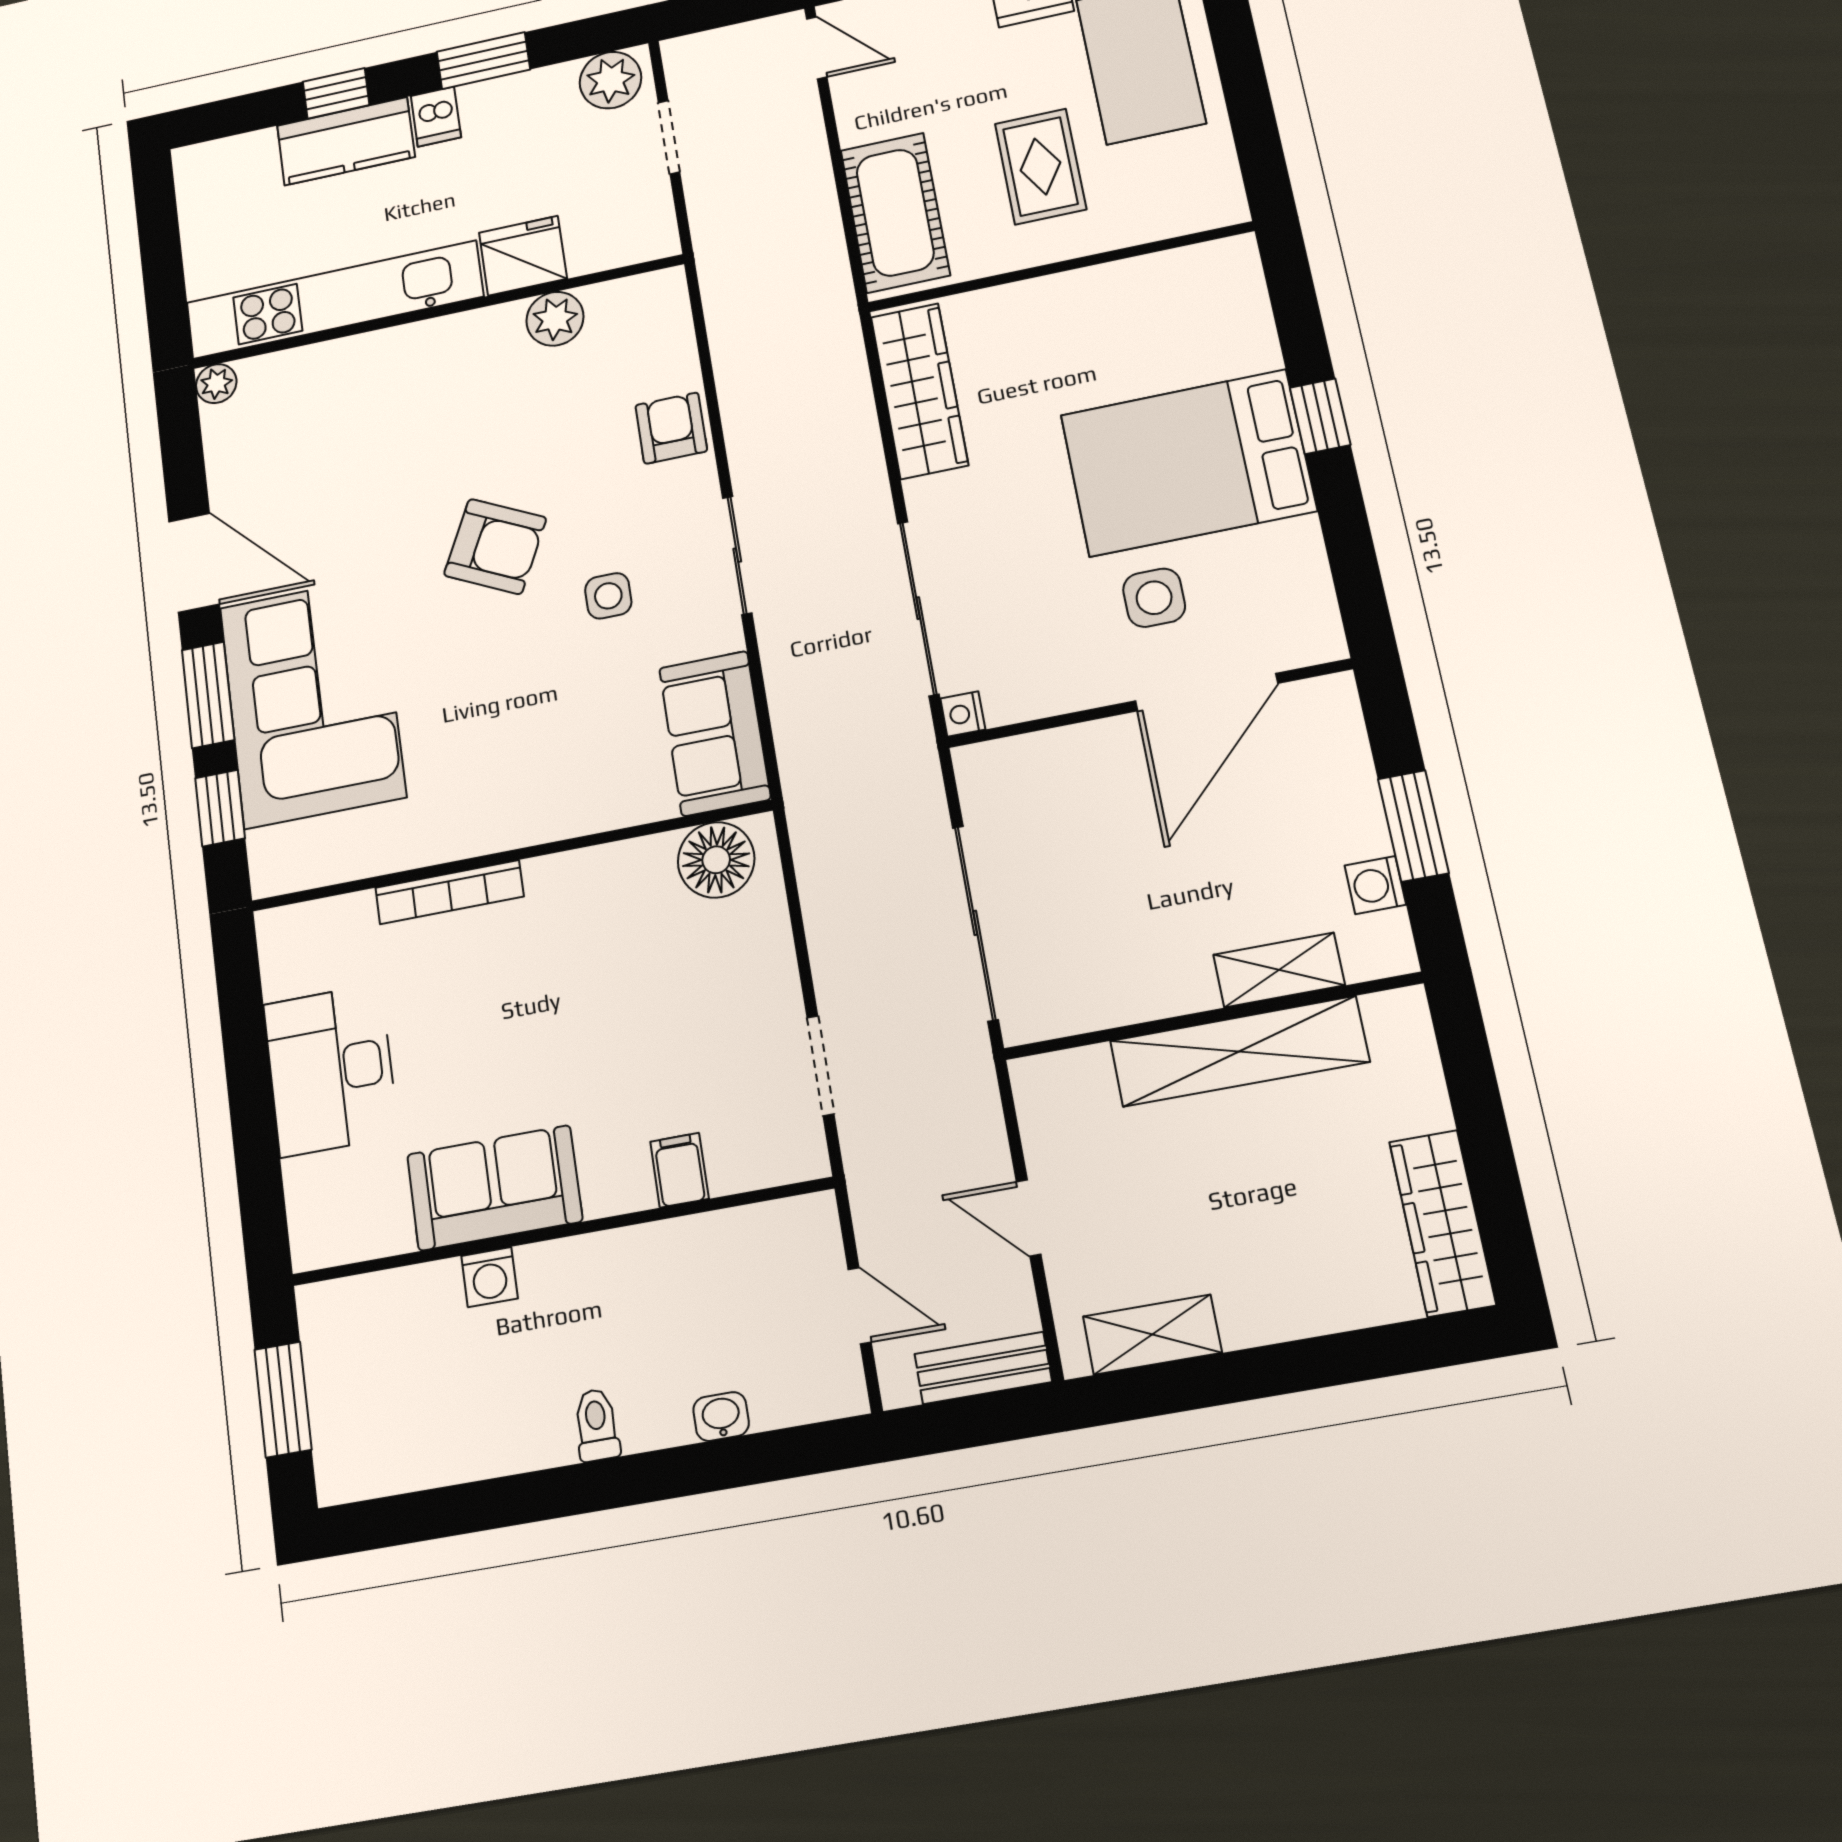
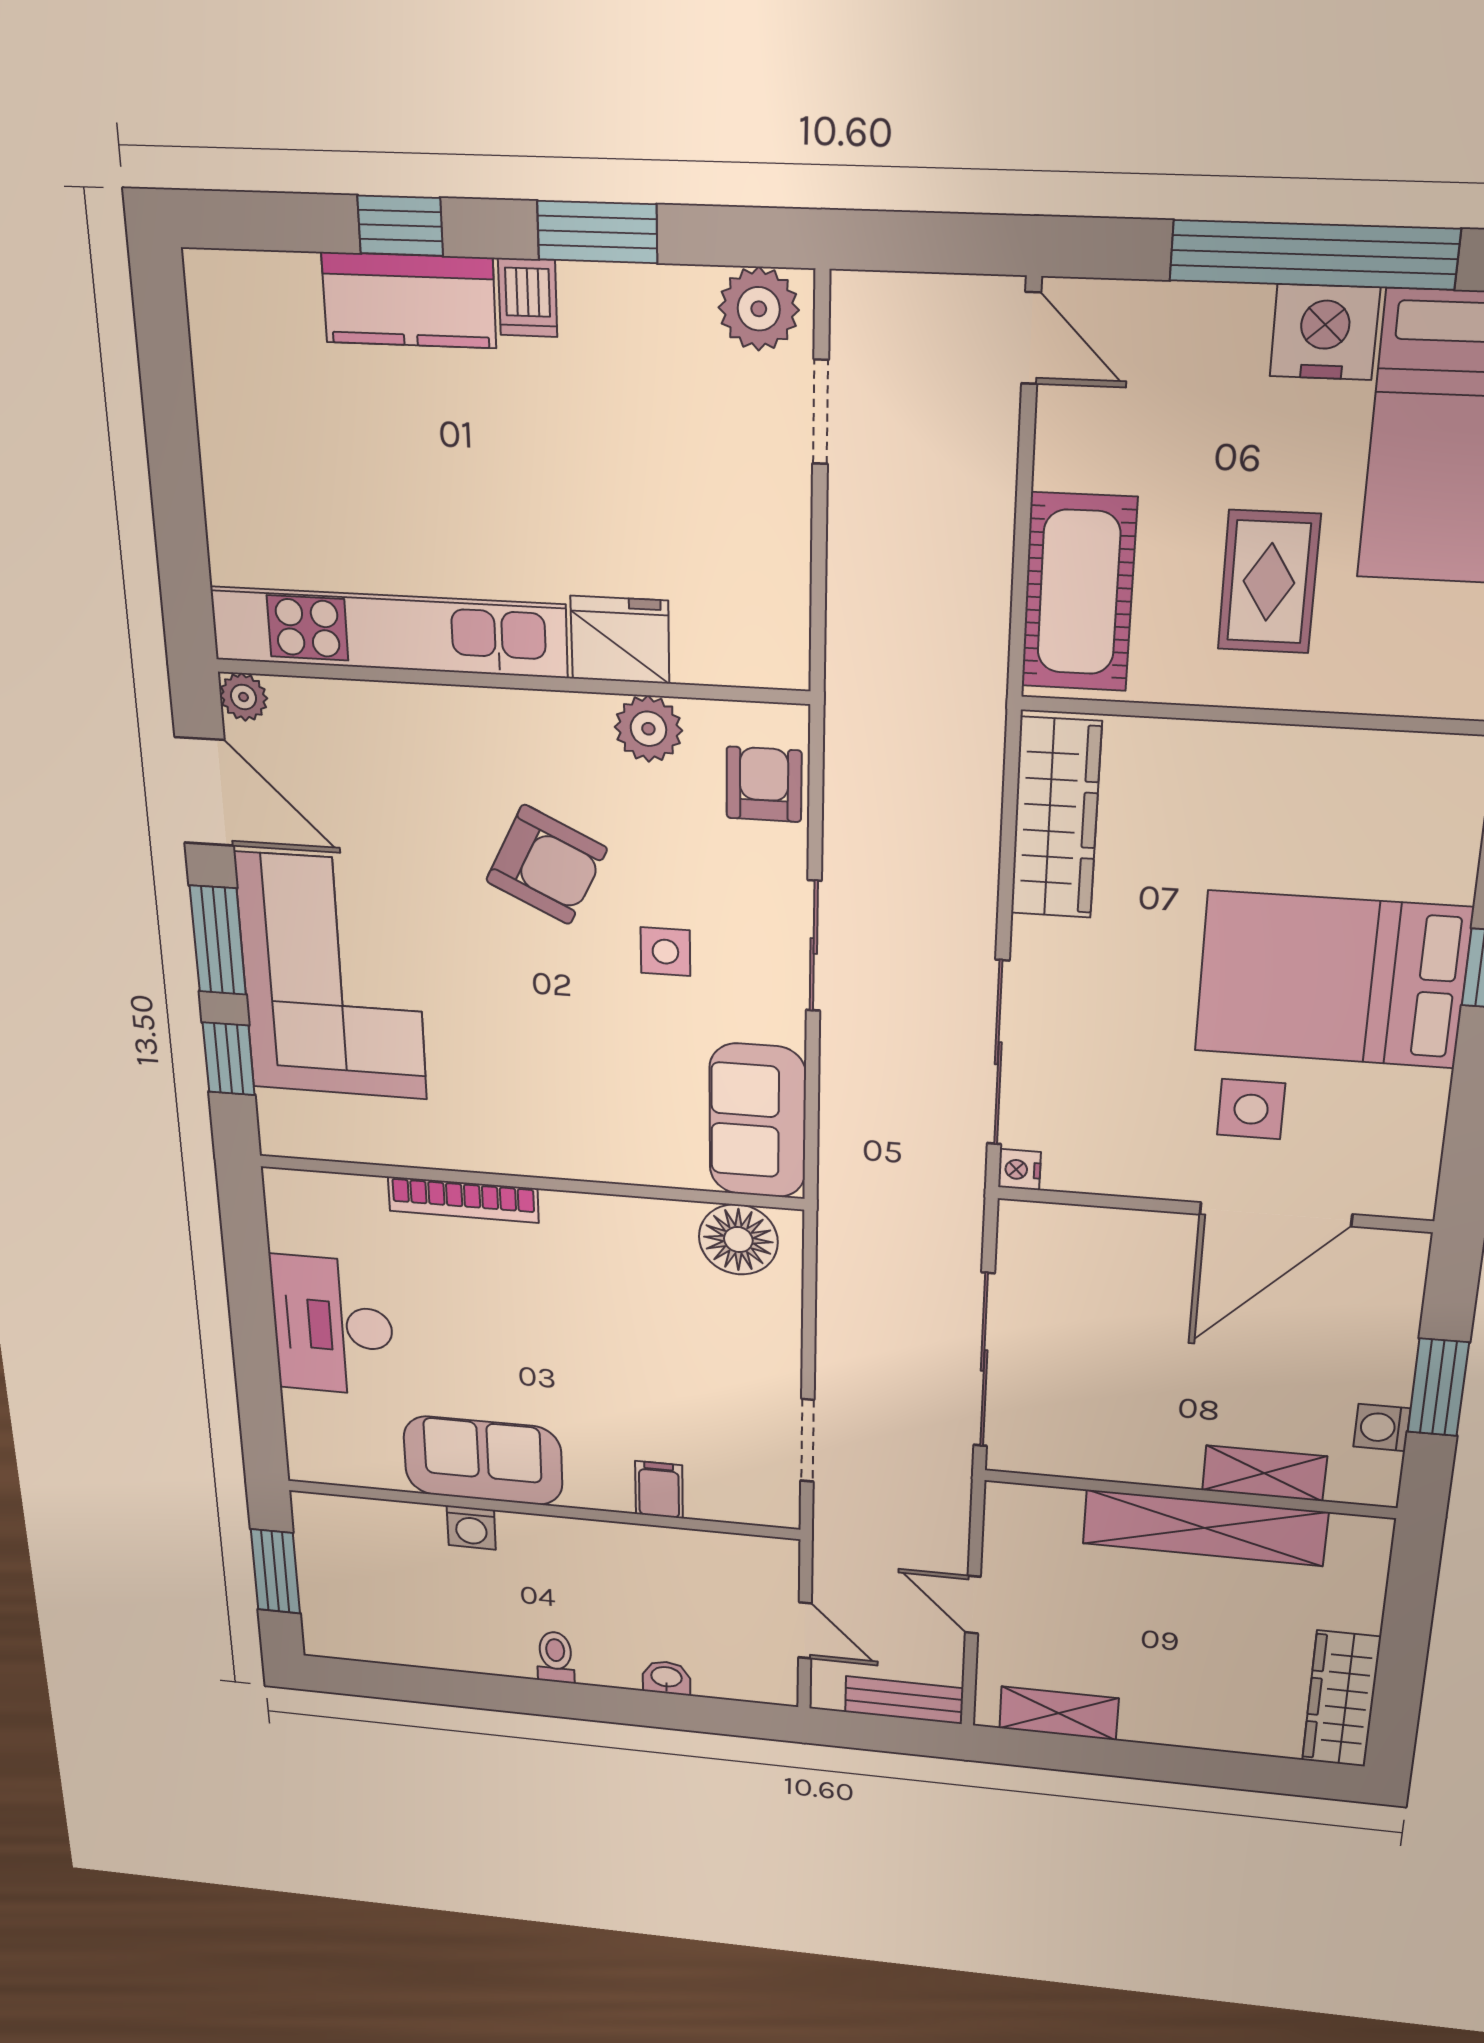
fridge: (523, 256) -> (620, 640), moved
kitchen unit: (334, 300) -> (388, 632), moved
wall: (436, 312) -> (509, 681), moved
plant: (555, 319) -> (648, 729), moved
plant: (216, 384) -> (243, 697), moved

